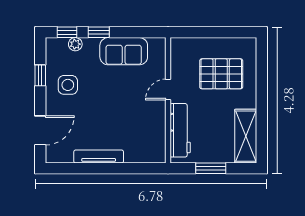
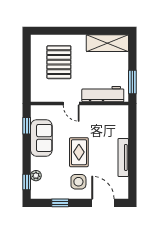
window: (99, 32) -> (27, 126), moved
side table: (68, 85) -> (78, 182), moved
rug: (105, 100) -> (79, 152), added
window: (211, 168) -> (132, 82), moved

